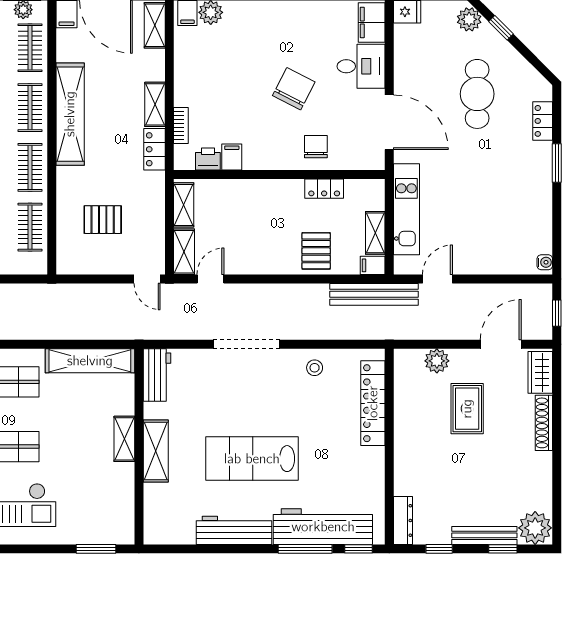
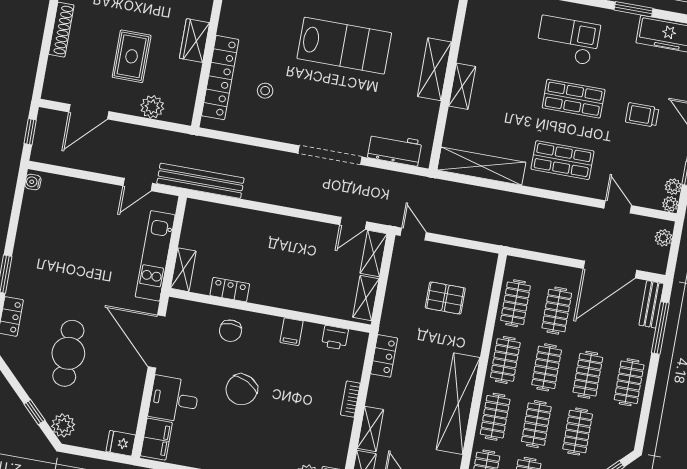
shelving: (155, 104) -> (370, 429), moved
bookcase: (181, 125) -> (350, 399), moved
filing cabinet: (232, 157) -> (292, 332), moved
shelving: (375, 233) -> (183, 270), moved
pallet: (316, 251) -> (248, 232), removed
filing cabinet: (373, 265) -> (197, 208), removed
stool: (315, 368) -> (265, 91), moved
wardrobe: (540, 372) -> (195, 40), moved, turned 180
workbench: (157, 375) -> (395, 149), moved, turned 90

